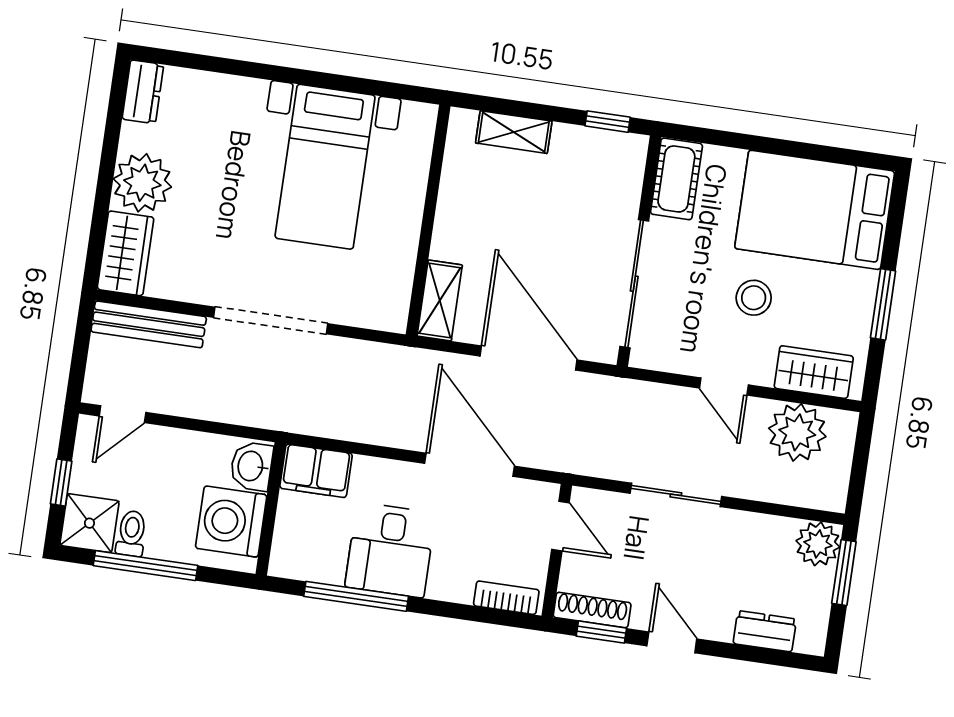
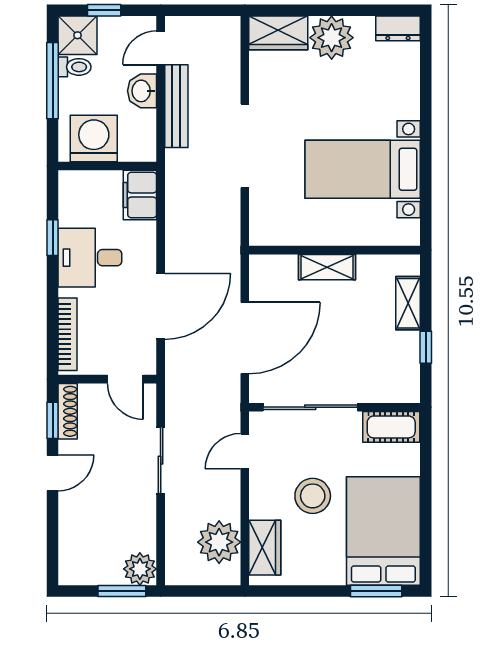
window: (608, 122) -> (426, 347), moved
stool: (754, 298) -> (313, 496), width x1.38, depth x1.38
shelving: (440, 300) -> (327, 267), moved
window: (883, 304) -> (376, 591), moved
bench: (149, 324) -> (176, 106), moved
door: (724, 387) -> (245, 451), moved
door: (123, 414) -> (161, 48), hinge flipped
washbasin: (251, 466) -> (142, 91), moved, turned -90
door: (560, 526) -> (125, 379), hinge flipped
window: (356, 596) -> (53, 238), width x0.46
bookcase: (506, 598) -> (67, 334), width x1.56
dresser: (765, 631) -> (71, 539), removed

